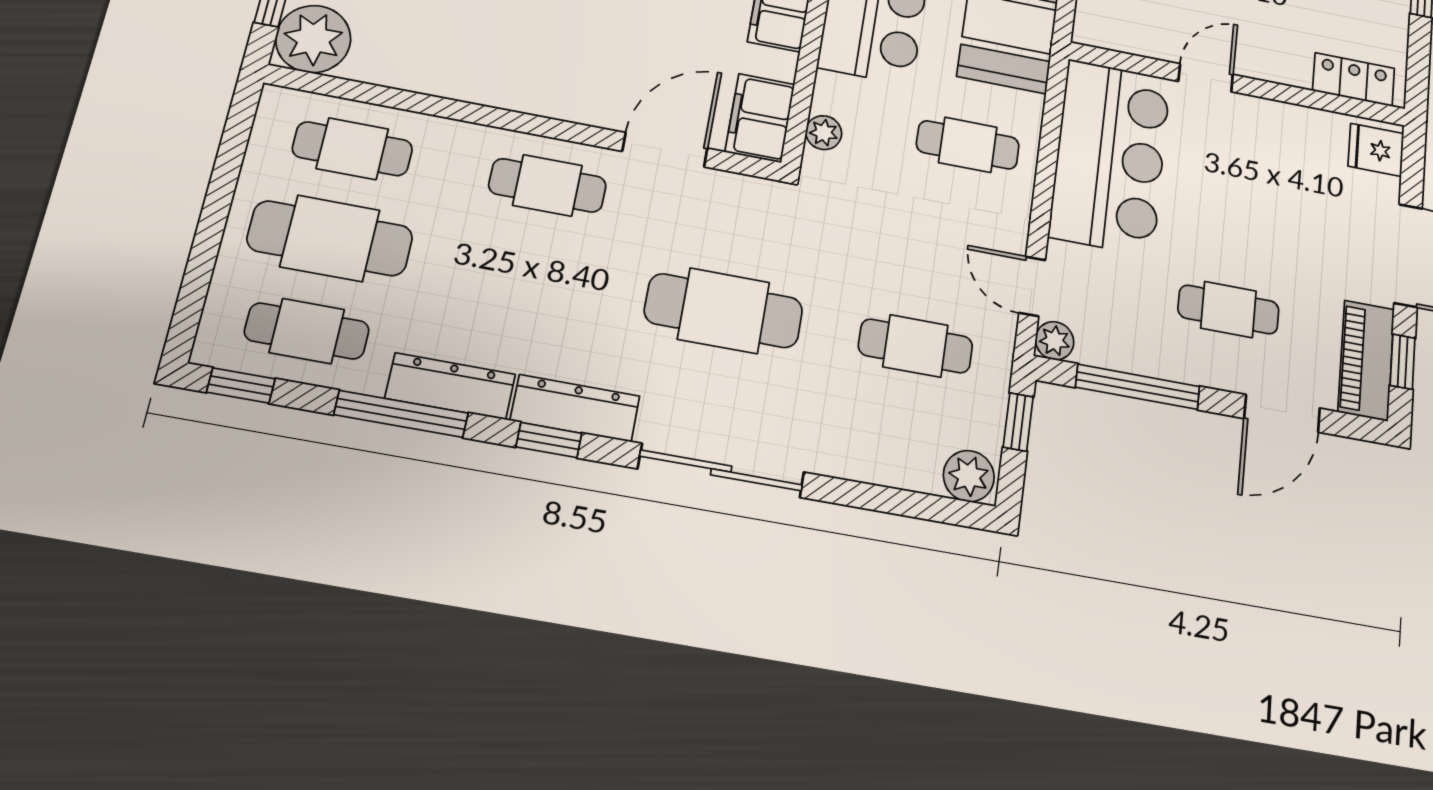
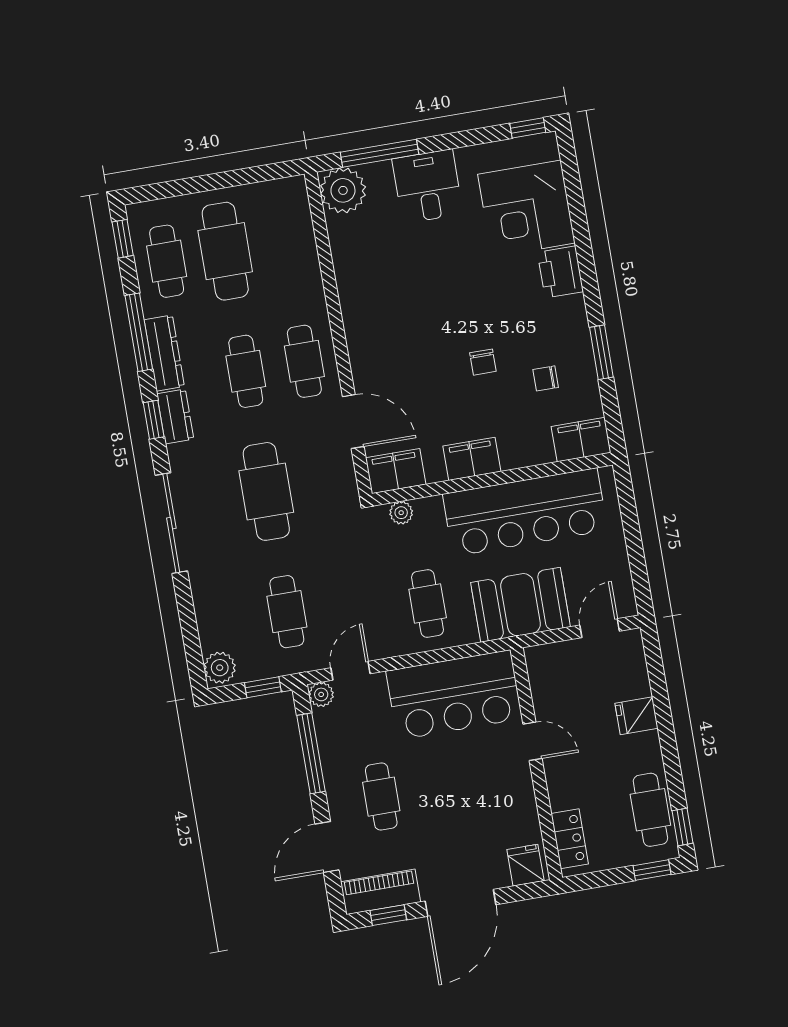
cafe table: (352, 149) -> (246, 371), moved
dresser: (575, 408) -> (175, 417), width x0.70
door: (1282, 413) -> (327, 847), hinge flipped

